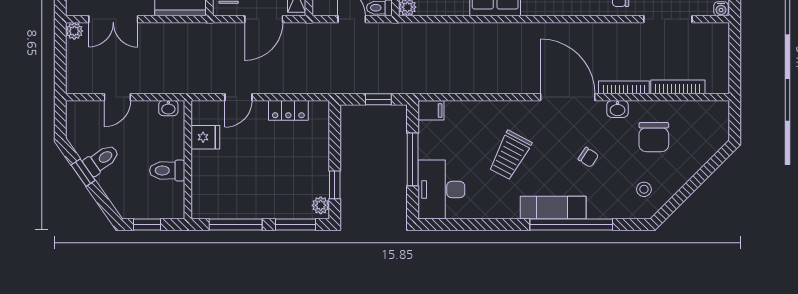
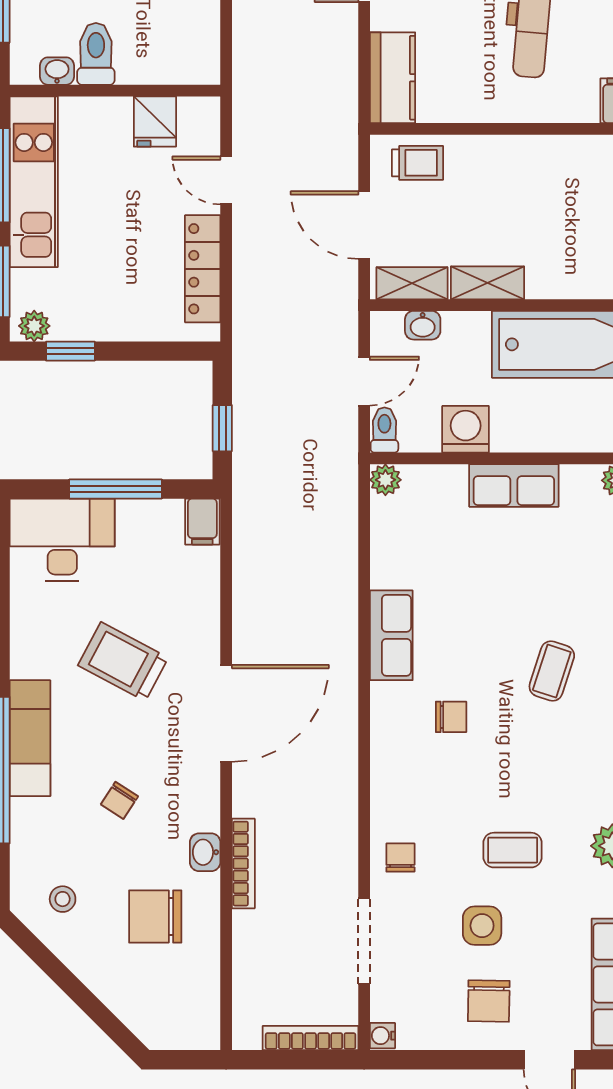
bookcase: (678, 87) -> (311, 1038), moved, turned -90
door: (568, 97) -> (226, 713), moved
washbasin: (168, 108) -> (57, 71), moved, turned 90
locker: (288, 110) -> (203, 269), width x1.53
kitchen unit: (239, 206) -> (34, 182), added

